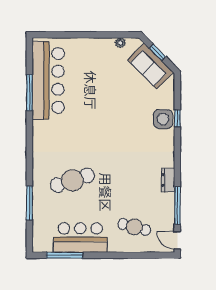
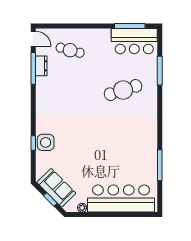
bar counter: (48, 80) -> (121, 199), moved, turned 90
dresser: (168, 180) -> (41, 66), moved
bar counter: (80, 238) -> (134, 41), moved

